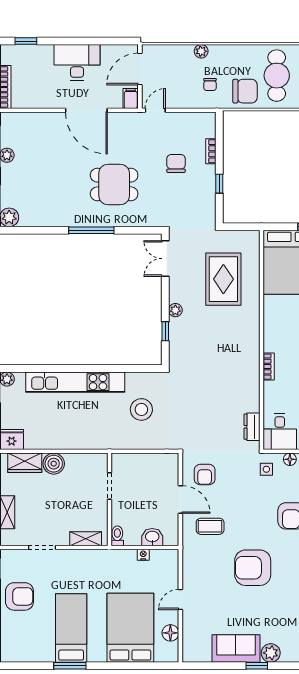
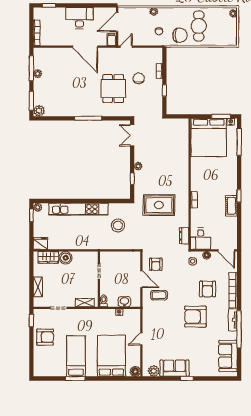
dining table: (114, 184) -> (113, 89), moved, turned 90
rug: (223, 279) -> (159, 205), moved, turned 90
armchair: (253, 568) -> (195, 317), moved
floor lamp: (170, 633) -> (135, 372), moved
plant: (271, 653) -> (154, 371), moved

